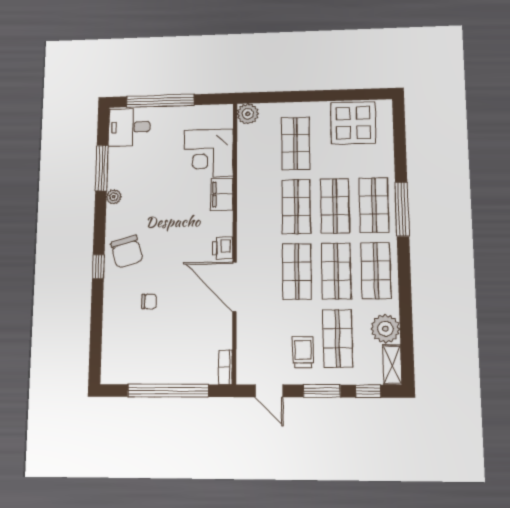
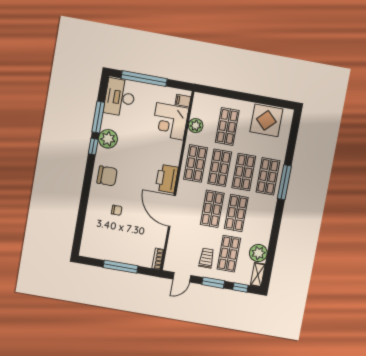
plant: (248, 114) -> (196, 126), moved
desk: (129, 127) -> (120, 97), width x1.37
filing cabinet: (222, 194) -> (183, 101), moved, width x0.50
plant: (114, 197) -> (108, 139), width x1.87, depth x1.87
printer: (223, 248) -> (167, 179), width x1.87, depth x1.48
chair: (127, 252) -> (107, 176), turned -73
window: (98, 267) -> (93, 147), moved
shop shelf: (376, 271) -> (196, 163), moved
window: (168, 391) -> (120, 267), width x0.68
door: (269, 391) -> (182, 277), hinge flipped

